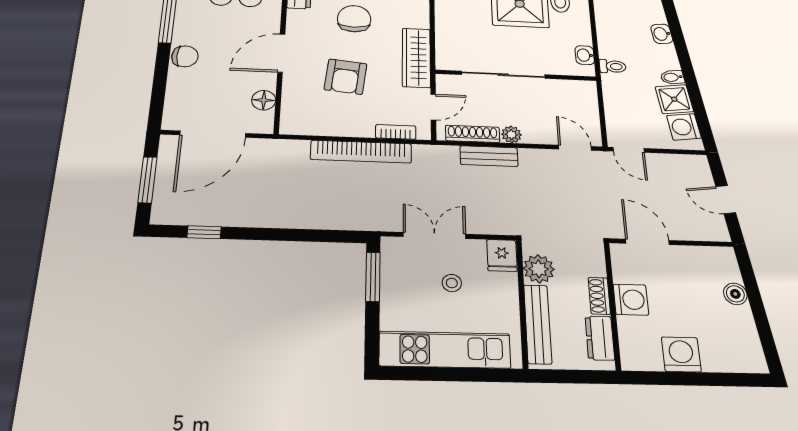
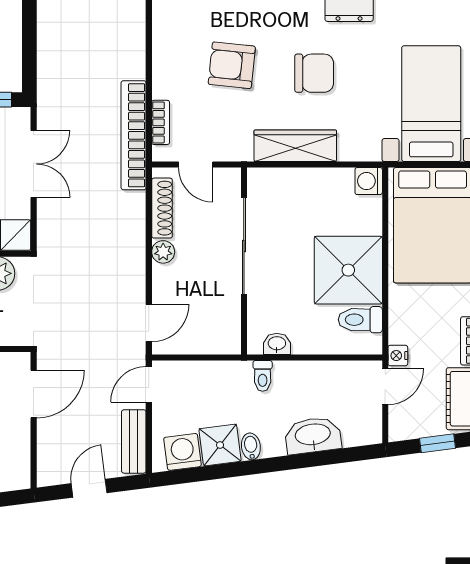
washbasin: (662, 34) -> (313, 435), width x1.91, depth x1.45
wardrobe: (416, 58) -> (295, 146), moved
bookcase: (361, 152) -> (134, 135), moved
bench: (489, 156) -> (134, 441), moved

